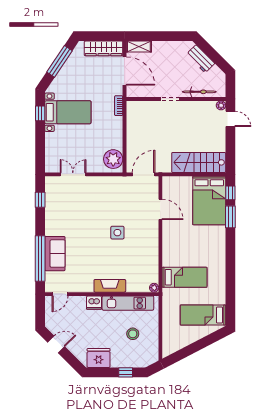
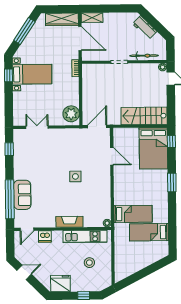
window: (230, 217) -> (172, 182), moved
dishwasher: (94, 303) -> (45, 236), moved
bed: (203, 315) -> (149, 232), moved

